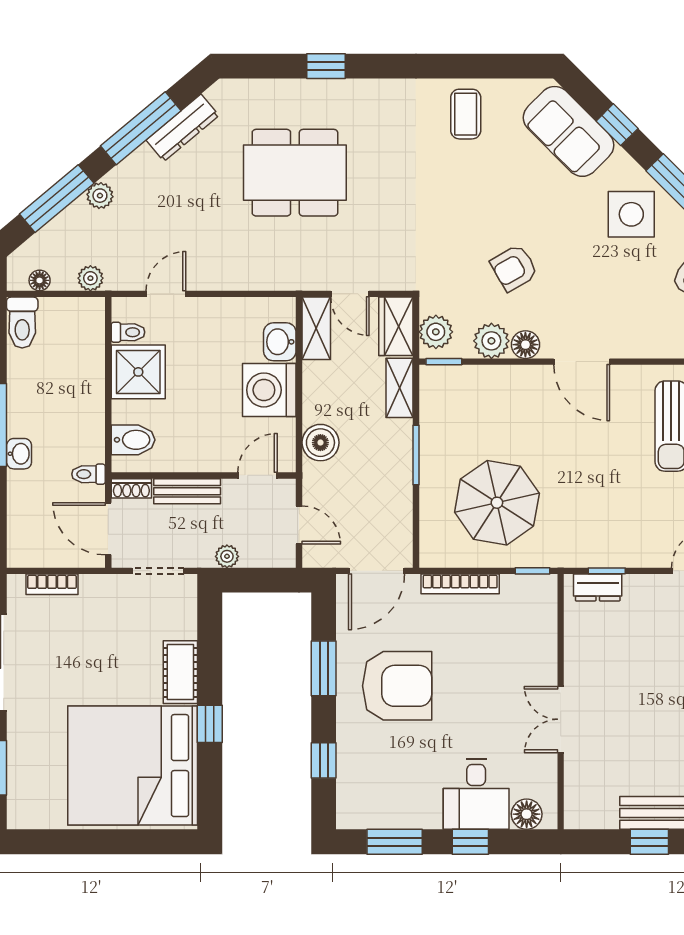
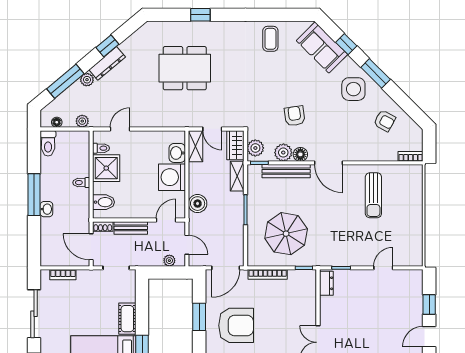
window: (141, 128) -> (107, 46), width x0.46
dresser: (182, 128) -> (107, 63), moved
armchair: (514, 268) -> (295, 116), turned 112
bench: (497, 378) -> (286, 171), added
toilet: (88, 474) -> (81, 183), moved
plant: (227, 556) -> (169, 261), moved
dresser: (598, 588) -> (326, 283), moved, turned -90

